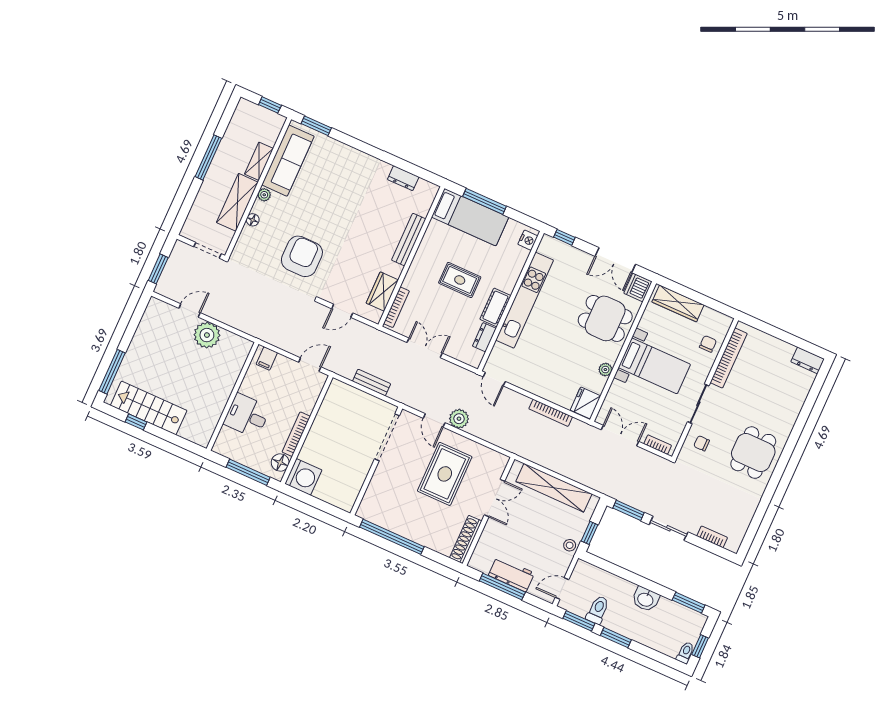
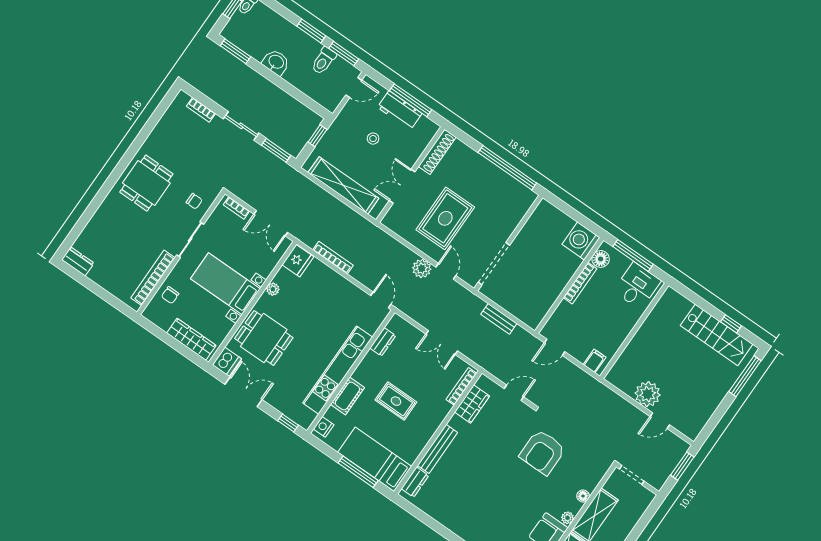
dresser: (403, 178) -> (415, 482), moved, turned 90
cot: (495, 307) -> (347, 396), moved
desk: (247, 416) -> (637, 286), moved, turned -90
stool: (570, 545) -> (373, 139), moved

